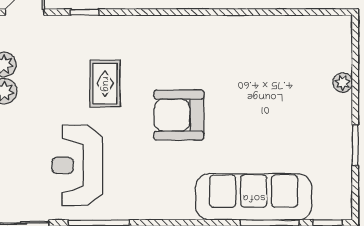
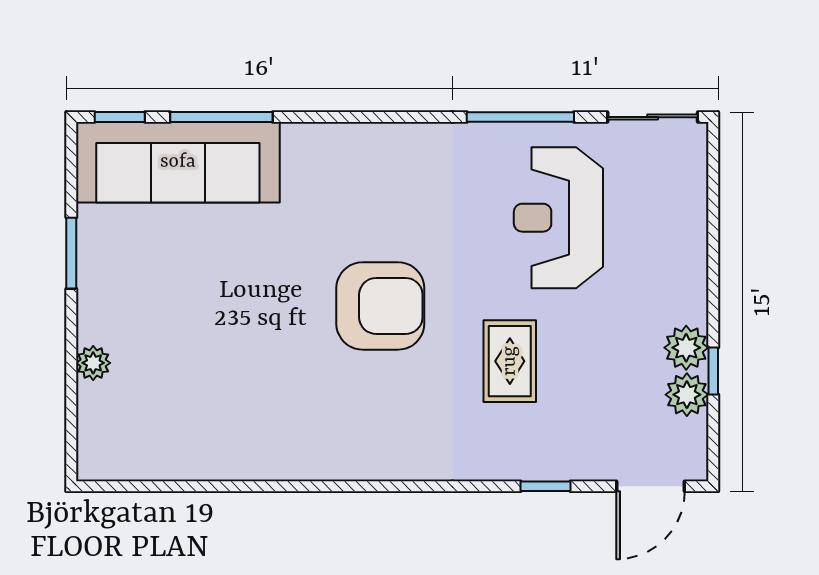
reception desk: (77, 165) -> (558, 218), turned 180
sofa: (254, 197) -> (178, 162), moved

